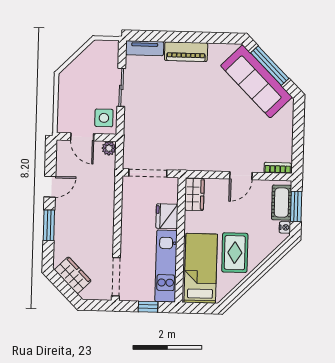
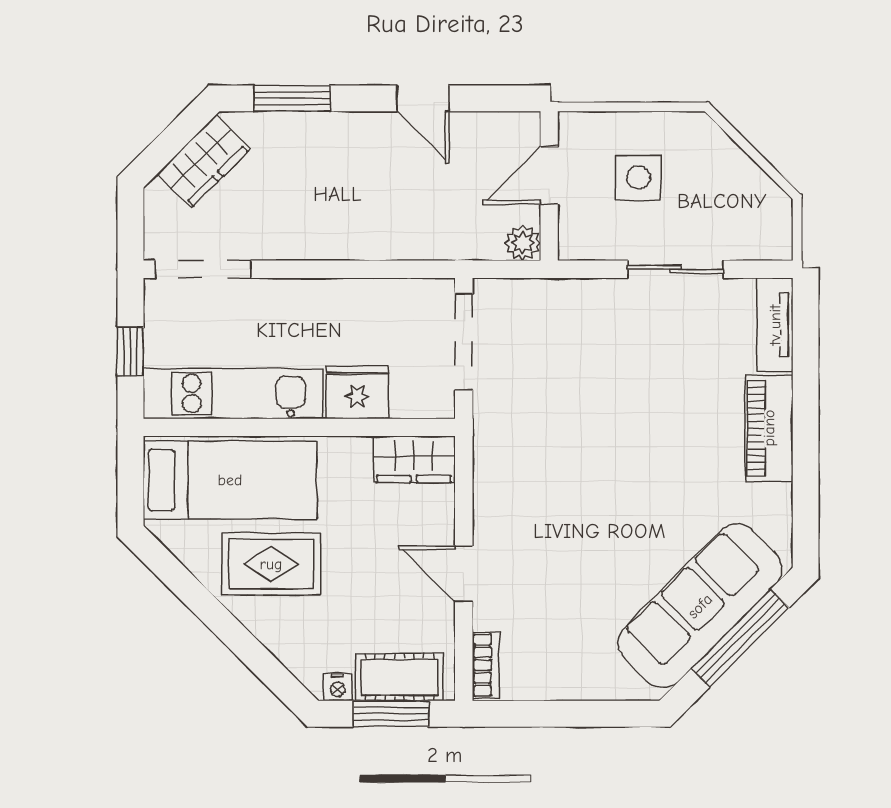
side table: (104, 118) -> (638, 178), moved
window: (49, 225) -> (292, 98), moved

